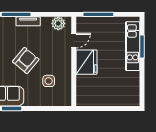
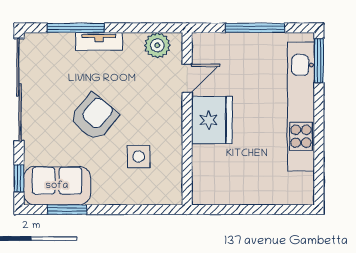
window: (98, 14) -> (255, 28), moved
kitchen unit: (133, 46) -> (301, 106), width x1.36
window: (142, 46) -> (319, 61), moved

